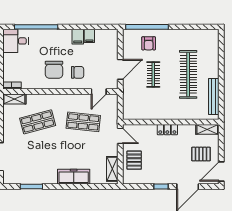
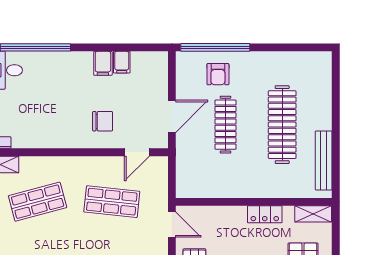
chair: (54, 70) -> (64, 117), removed
clothes rail: (153, 74) -> (226, 125), width x1.36
locker: (167, 130) -> (265, 214), moved

